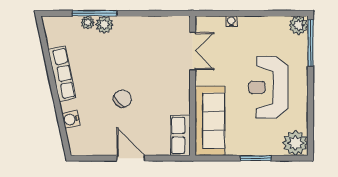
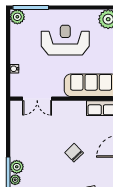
double door: (193, 51) -> (37, 99), swing flipped
reception desk: (268, 87) -> (65, 40), turned 180

